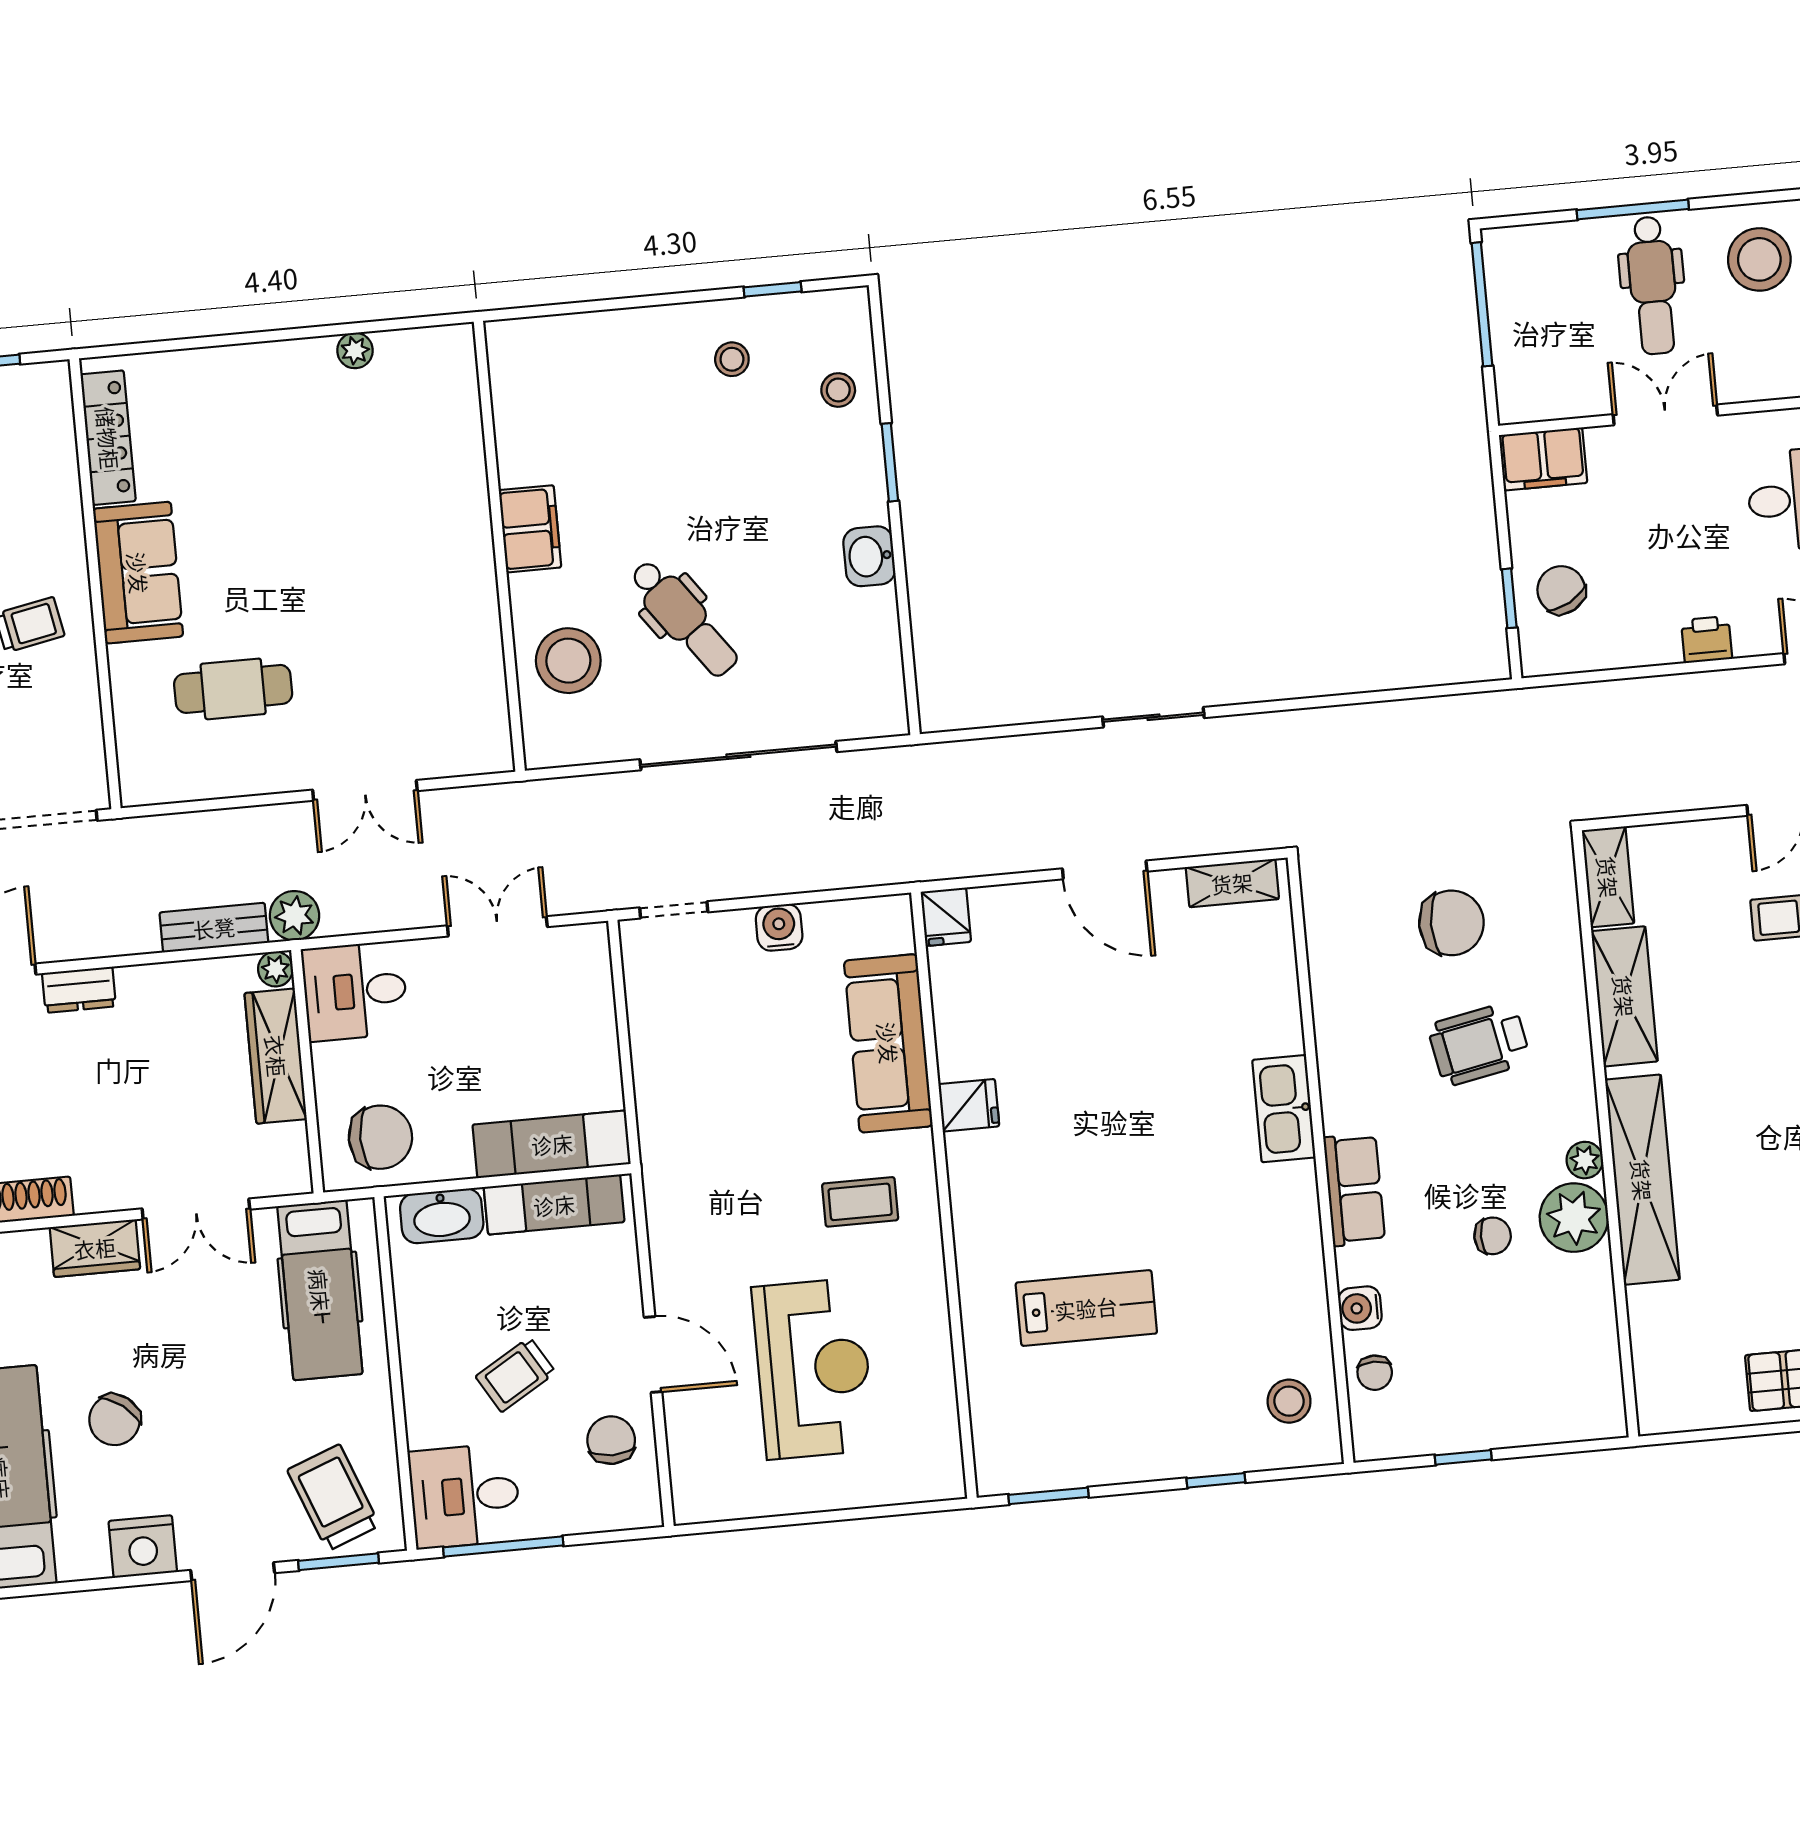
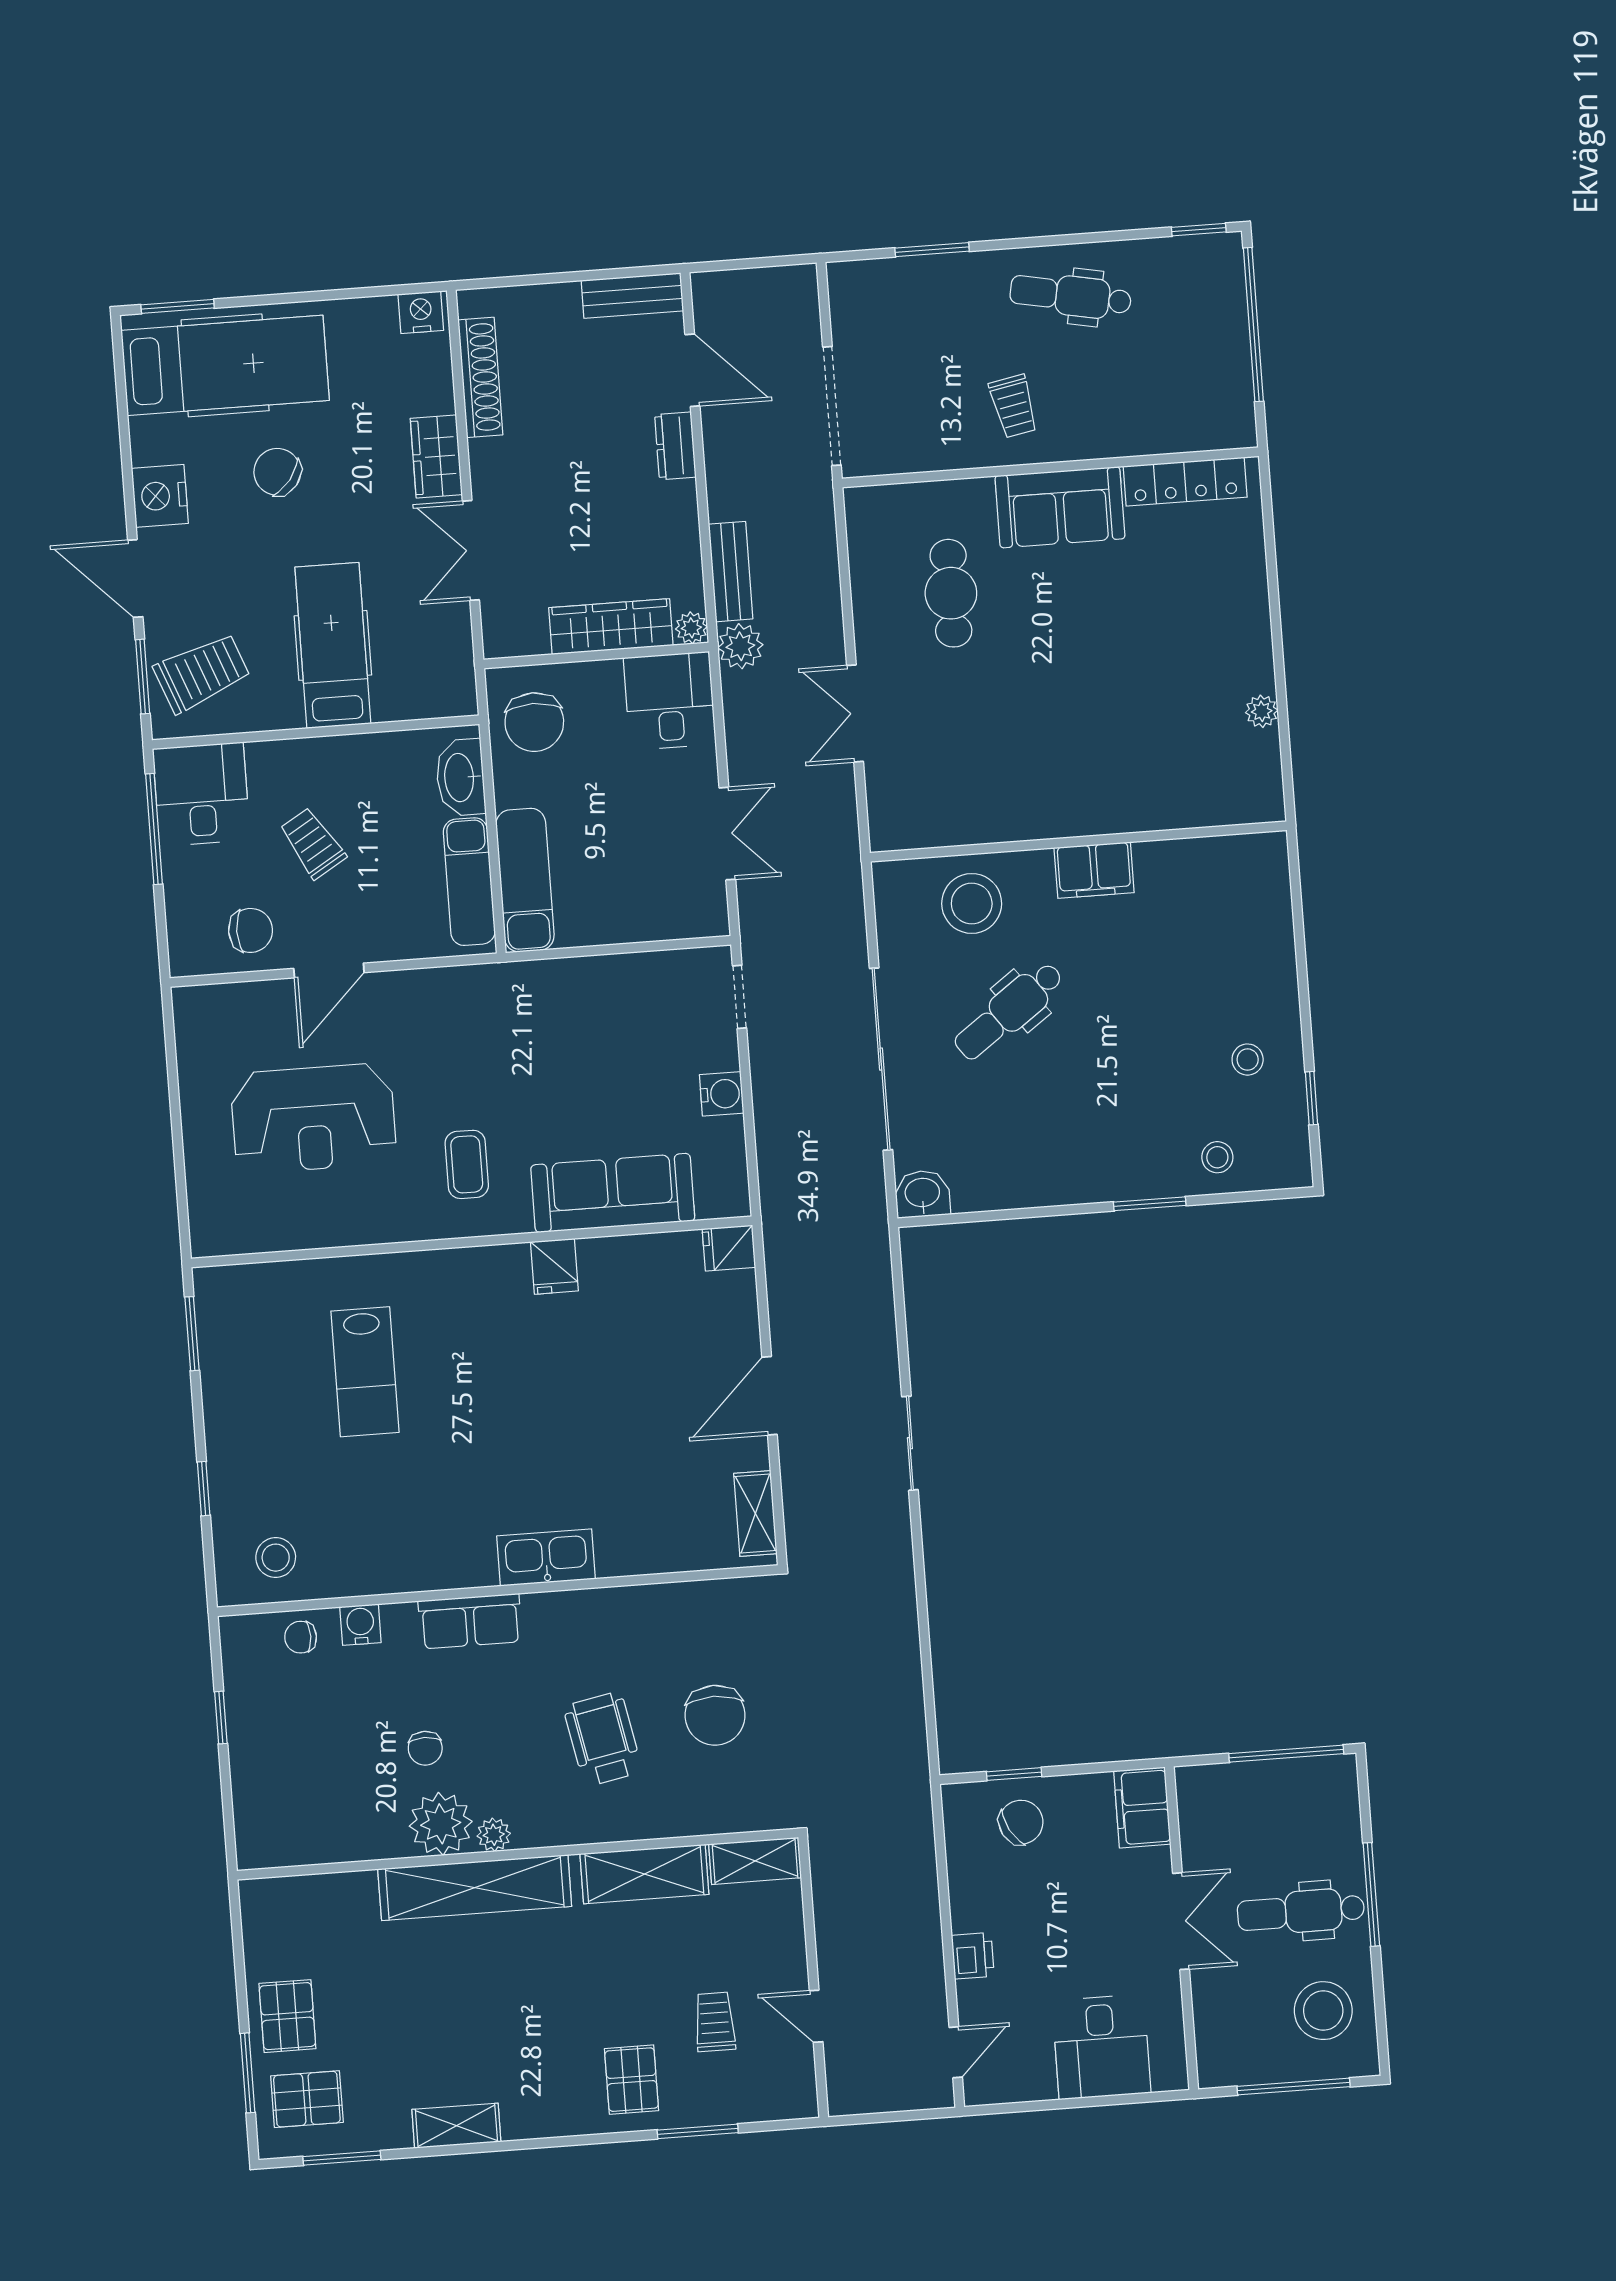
washbasin: (869, 556) -> (922, 1194), moved
hospital bed: (320, 1290) -> (333, 645), moved, turned 90

